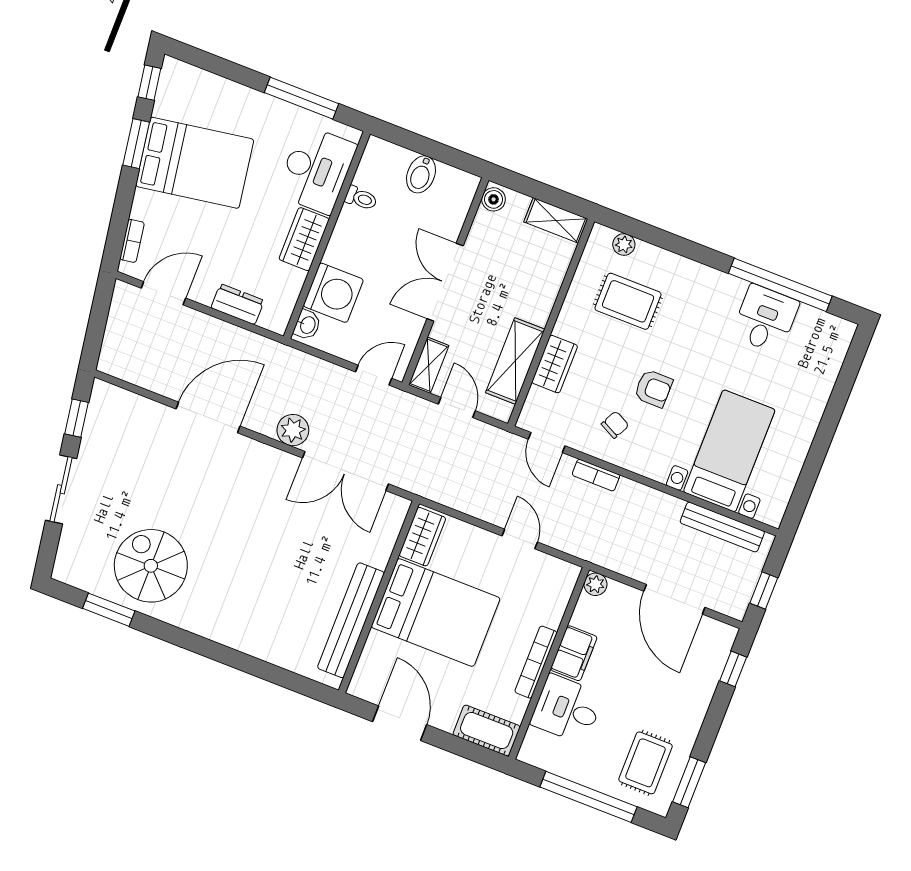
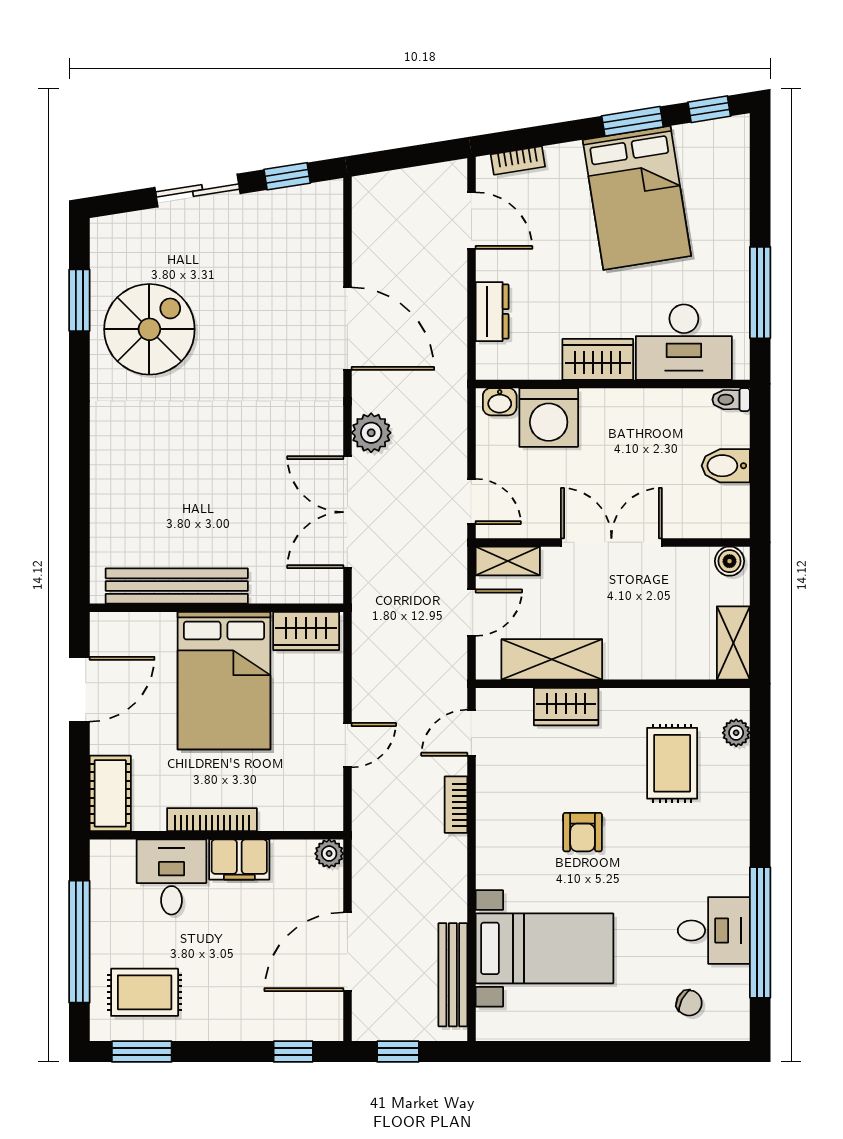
toilet: (361, 198) -> (731, 400), moved, turned 90
chair: (615, 425) -> (689, 1003), moved

